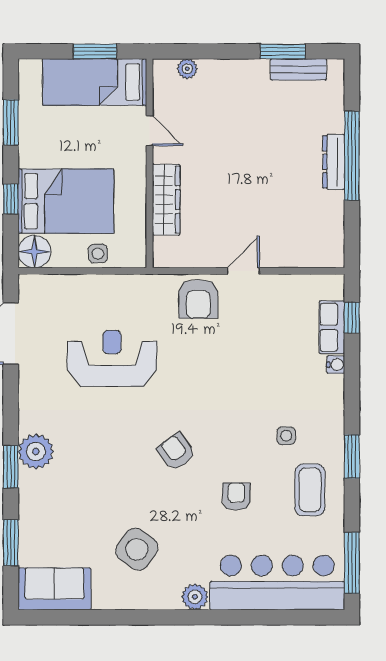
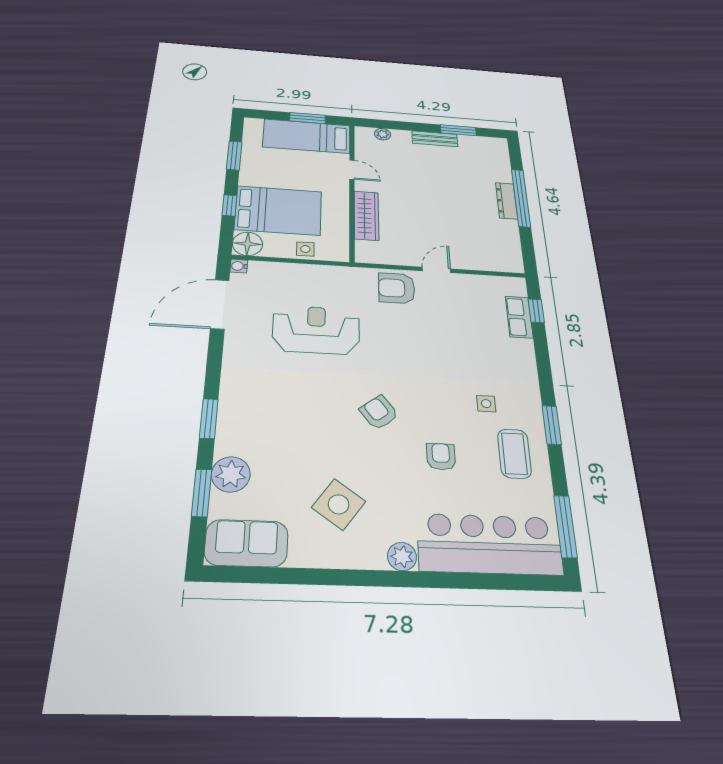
bench: (298, 69) -> (435, 139), moved
armchair: (198, 299) -> (397, 288), turned 90
water cooler: (336, 365) -> (239, 266), moved, turned 180
plant: (36, 452) -> (231, 474), moved

